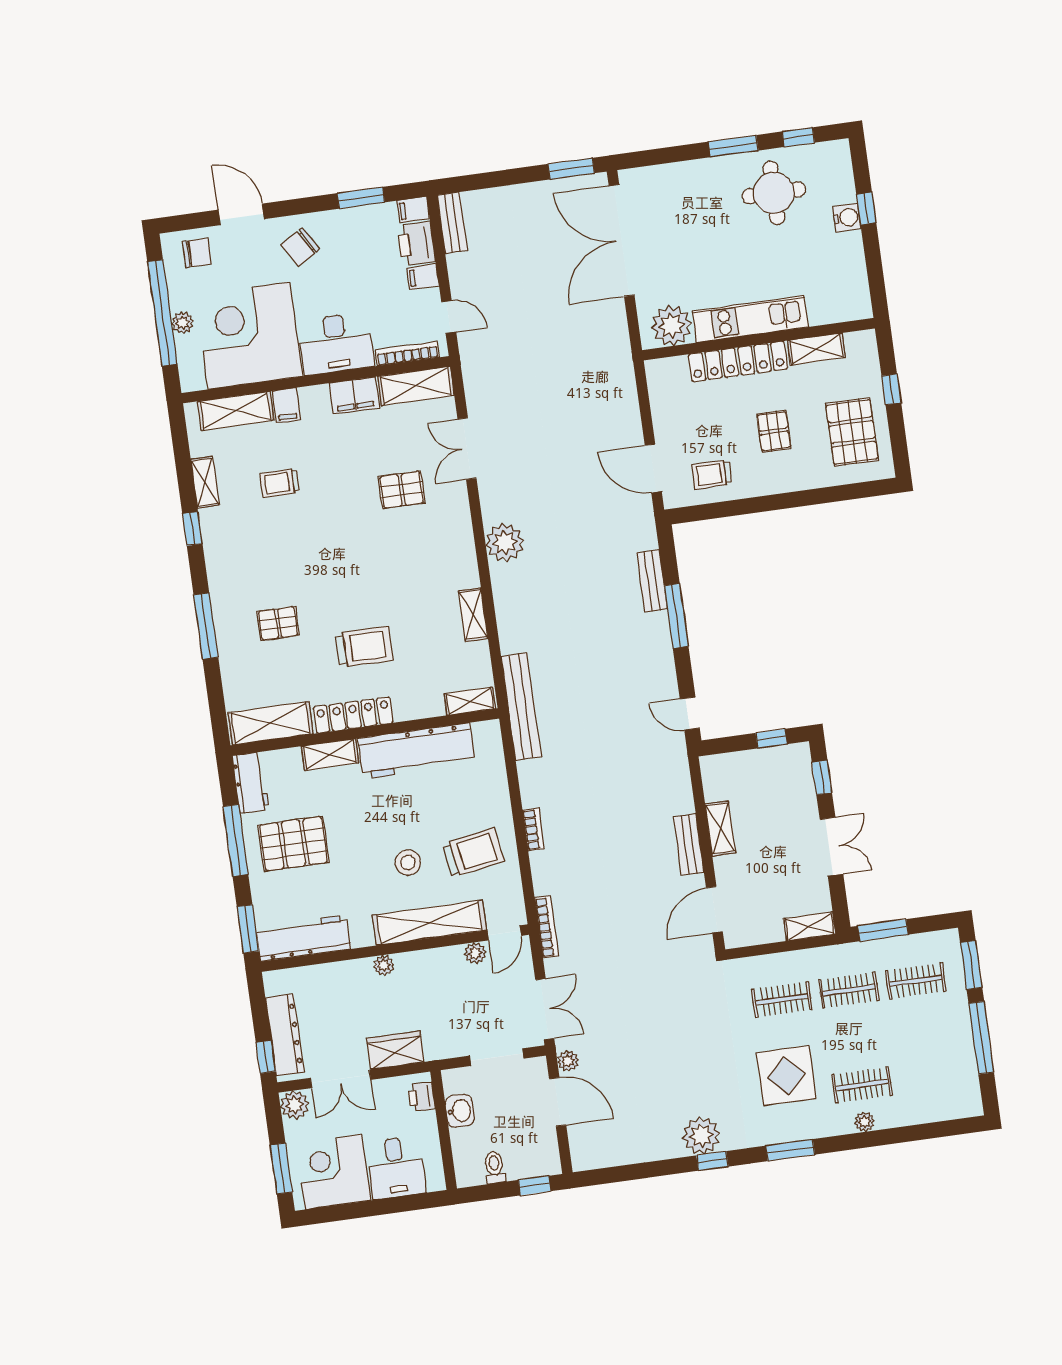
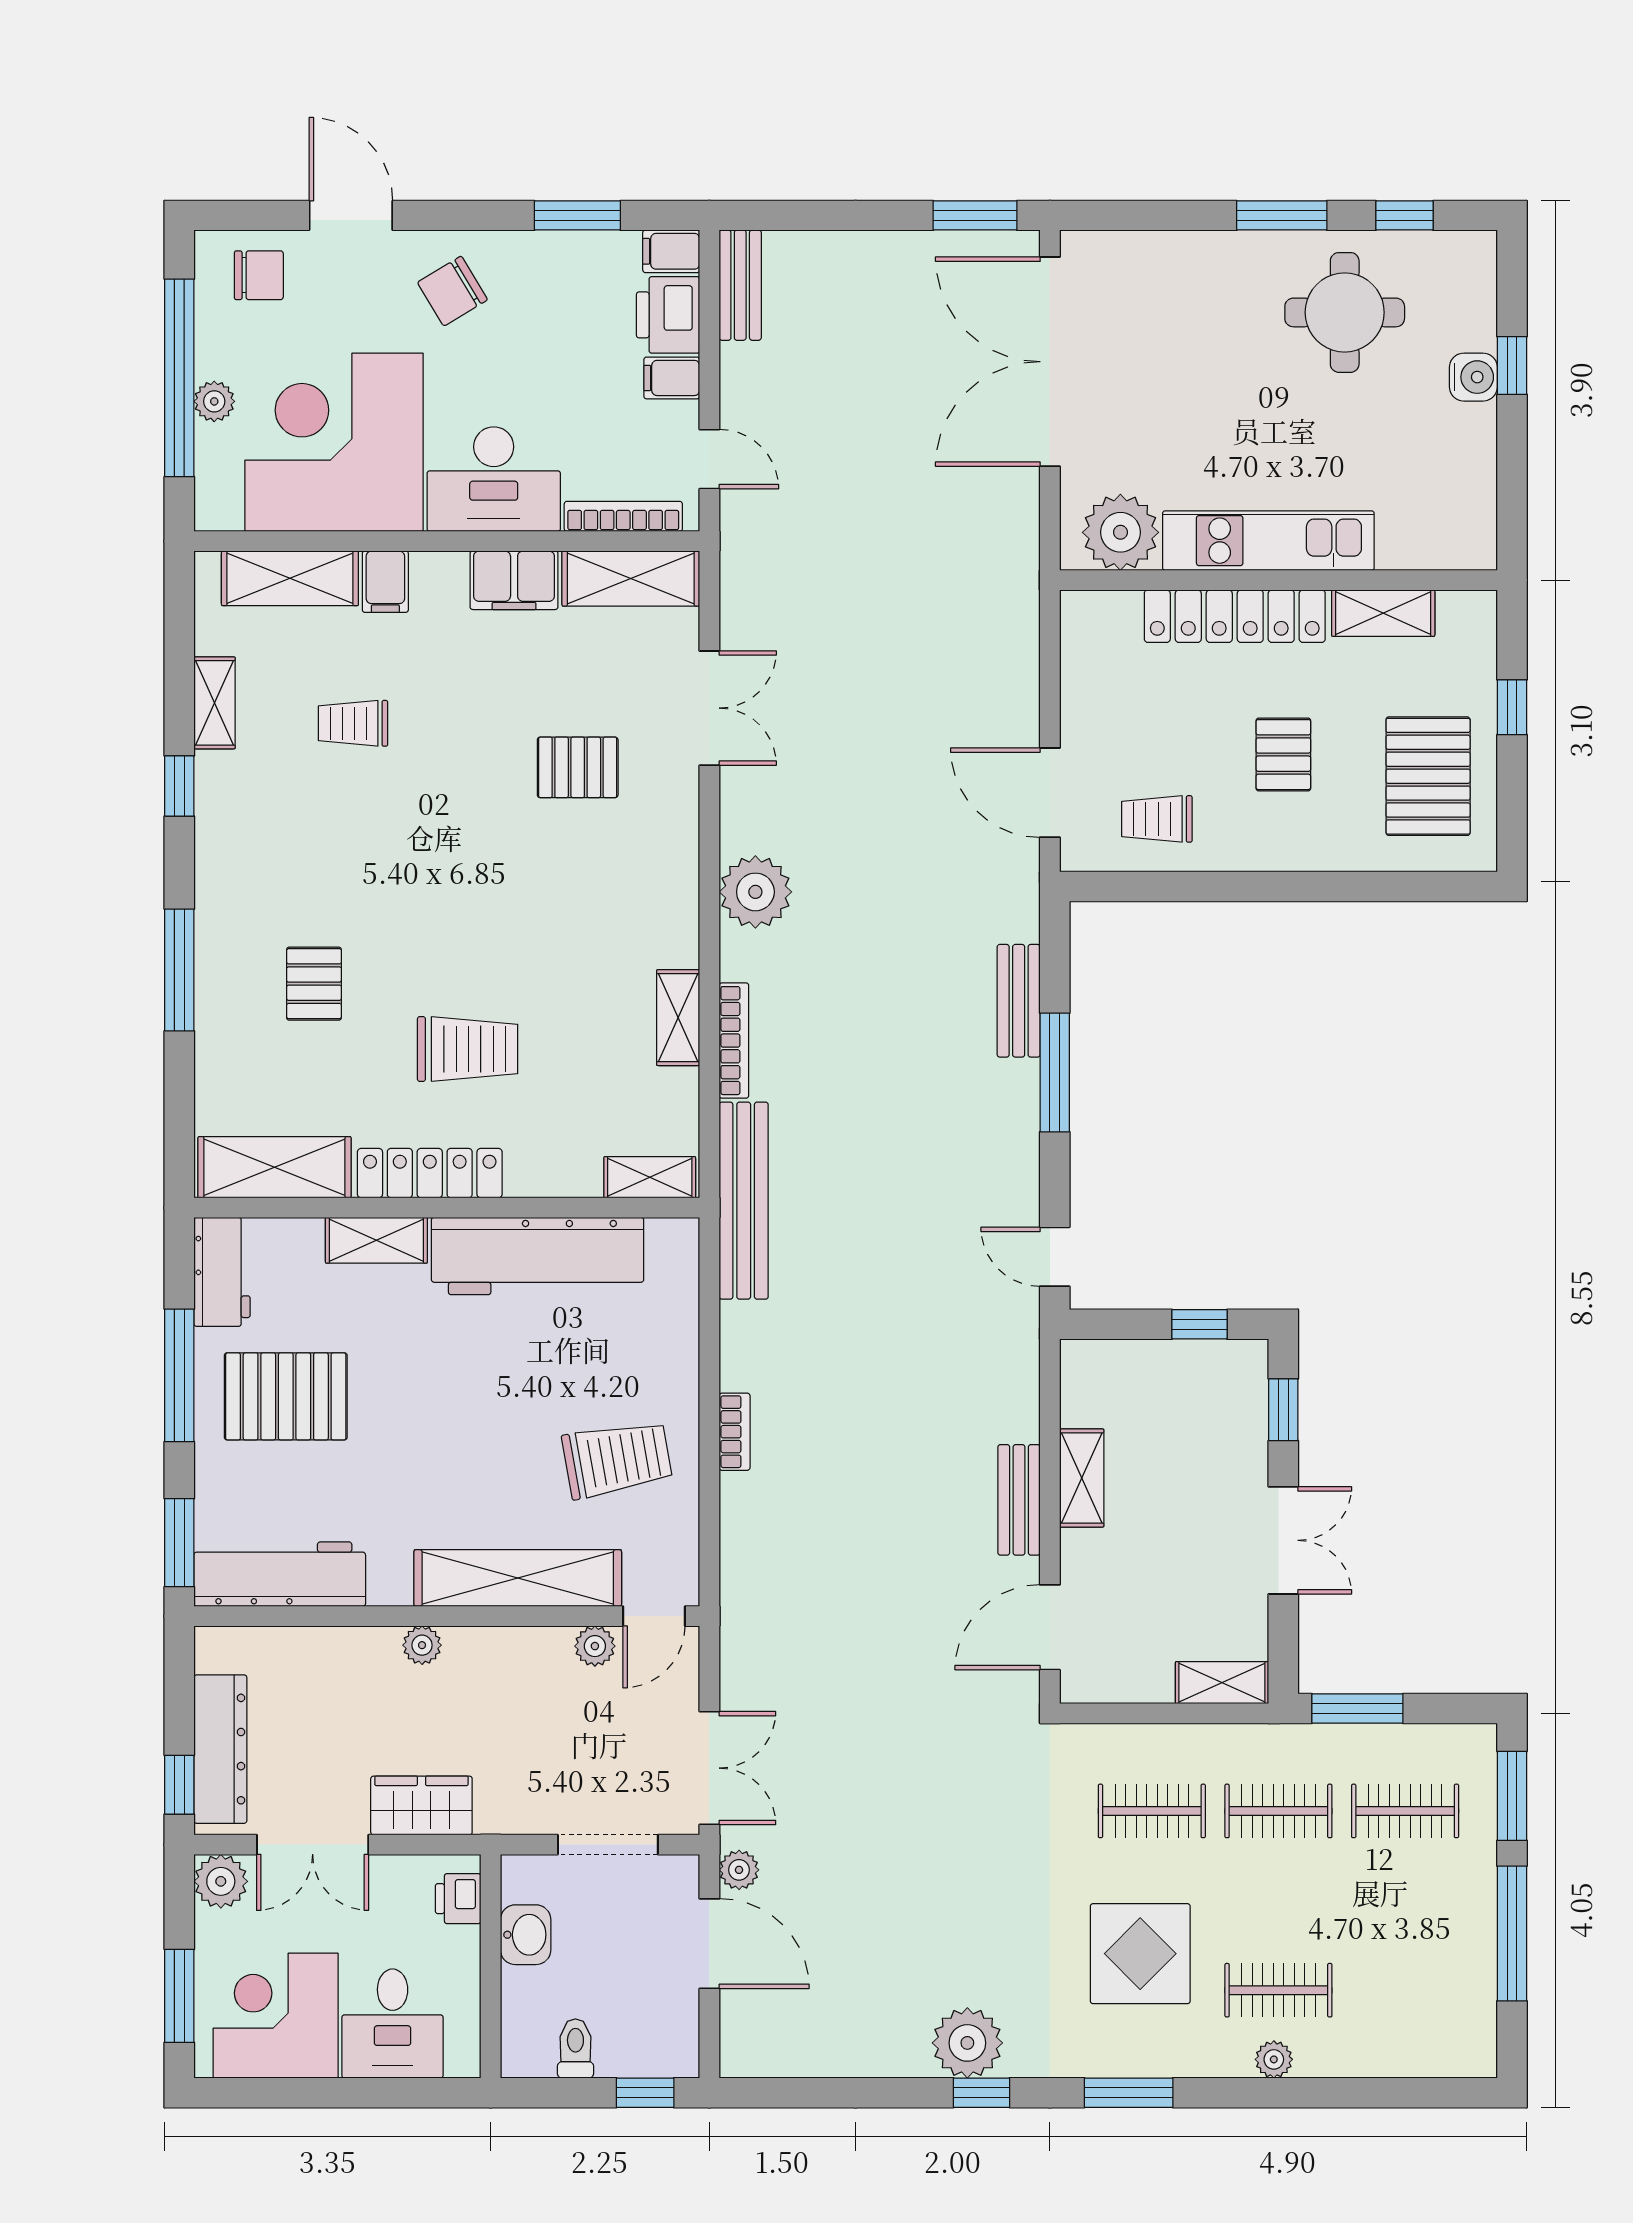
double door: (467, 449) -> (709, 708), swing flipped
pallet: (278, 623) -> (314, 984), turned 90
stool: (408, 862) -> (493, 1461), removed
bookcase: (547, 927) -> (734, 1041), moved

